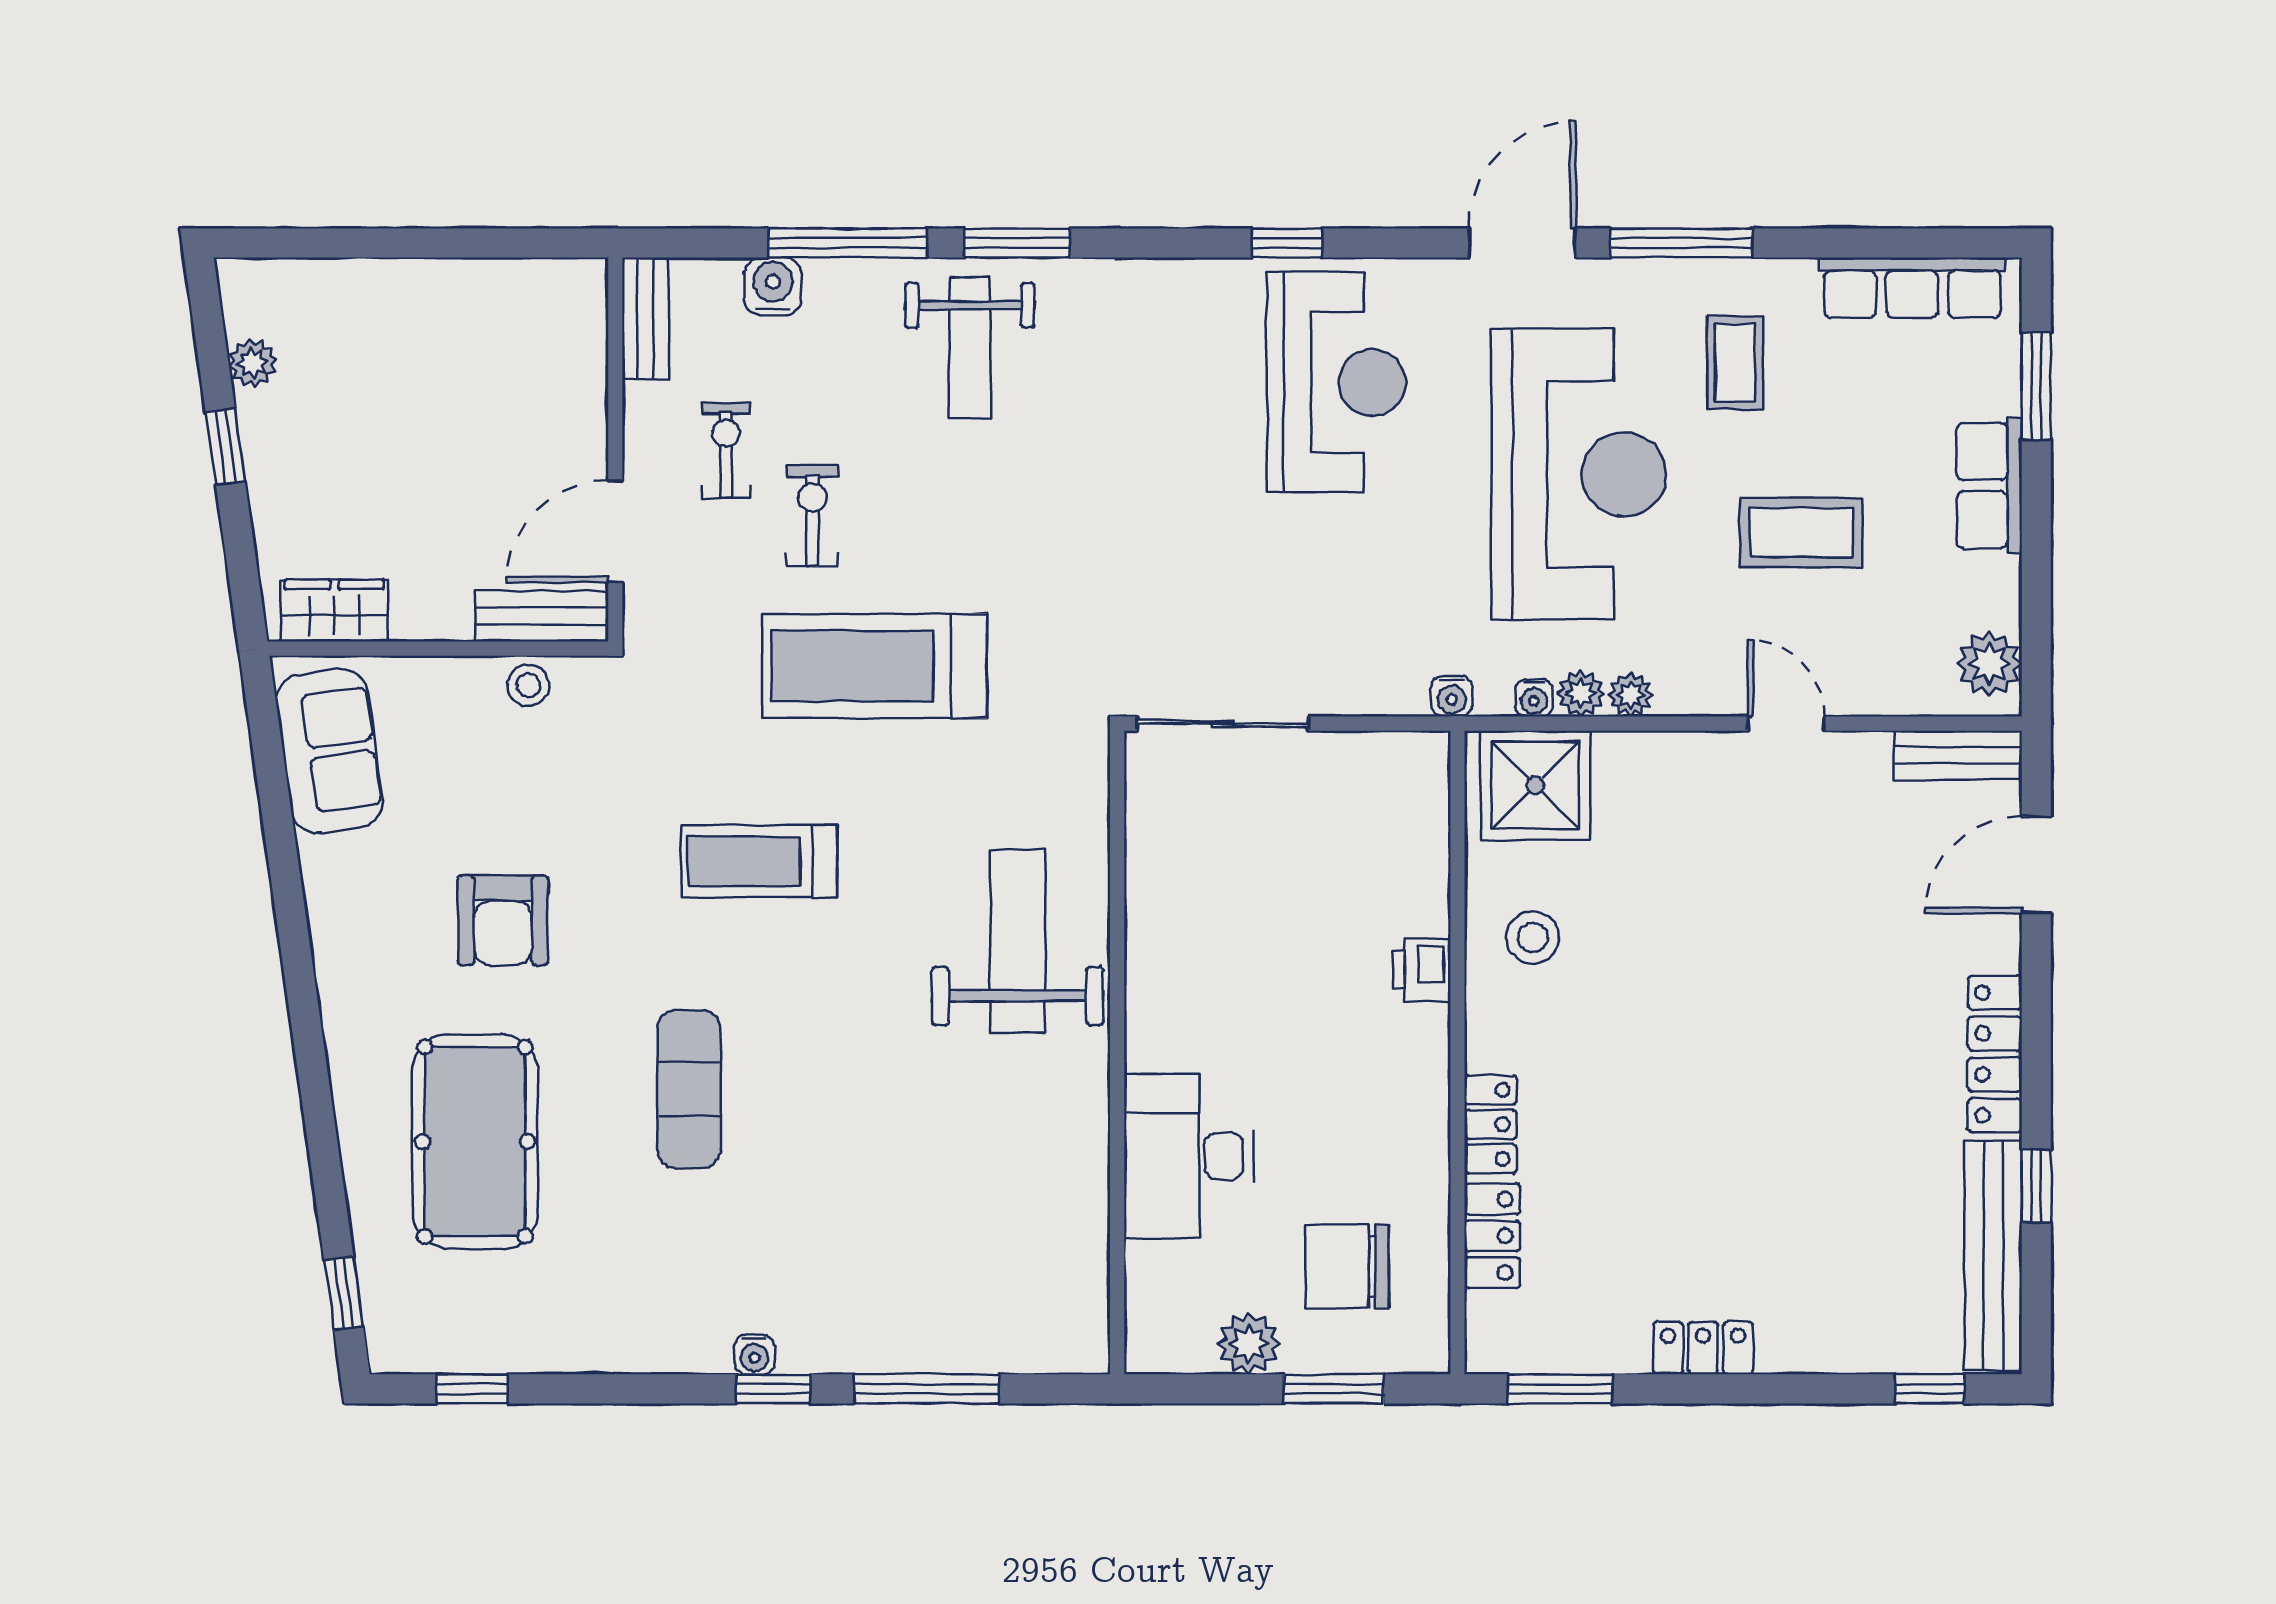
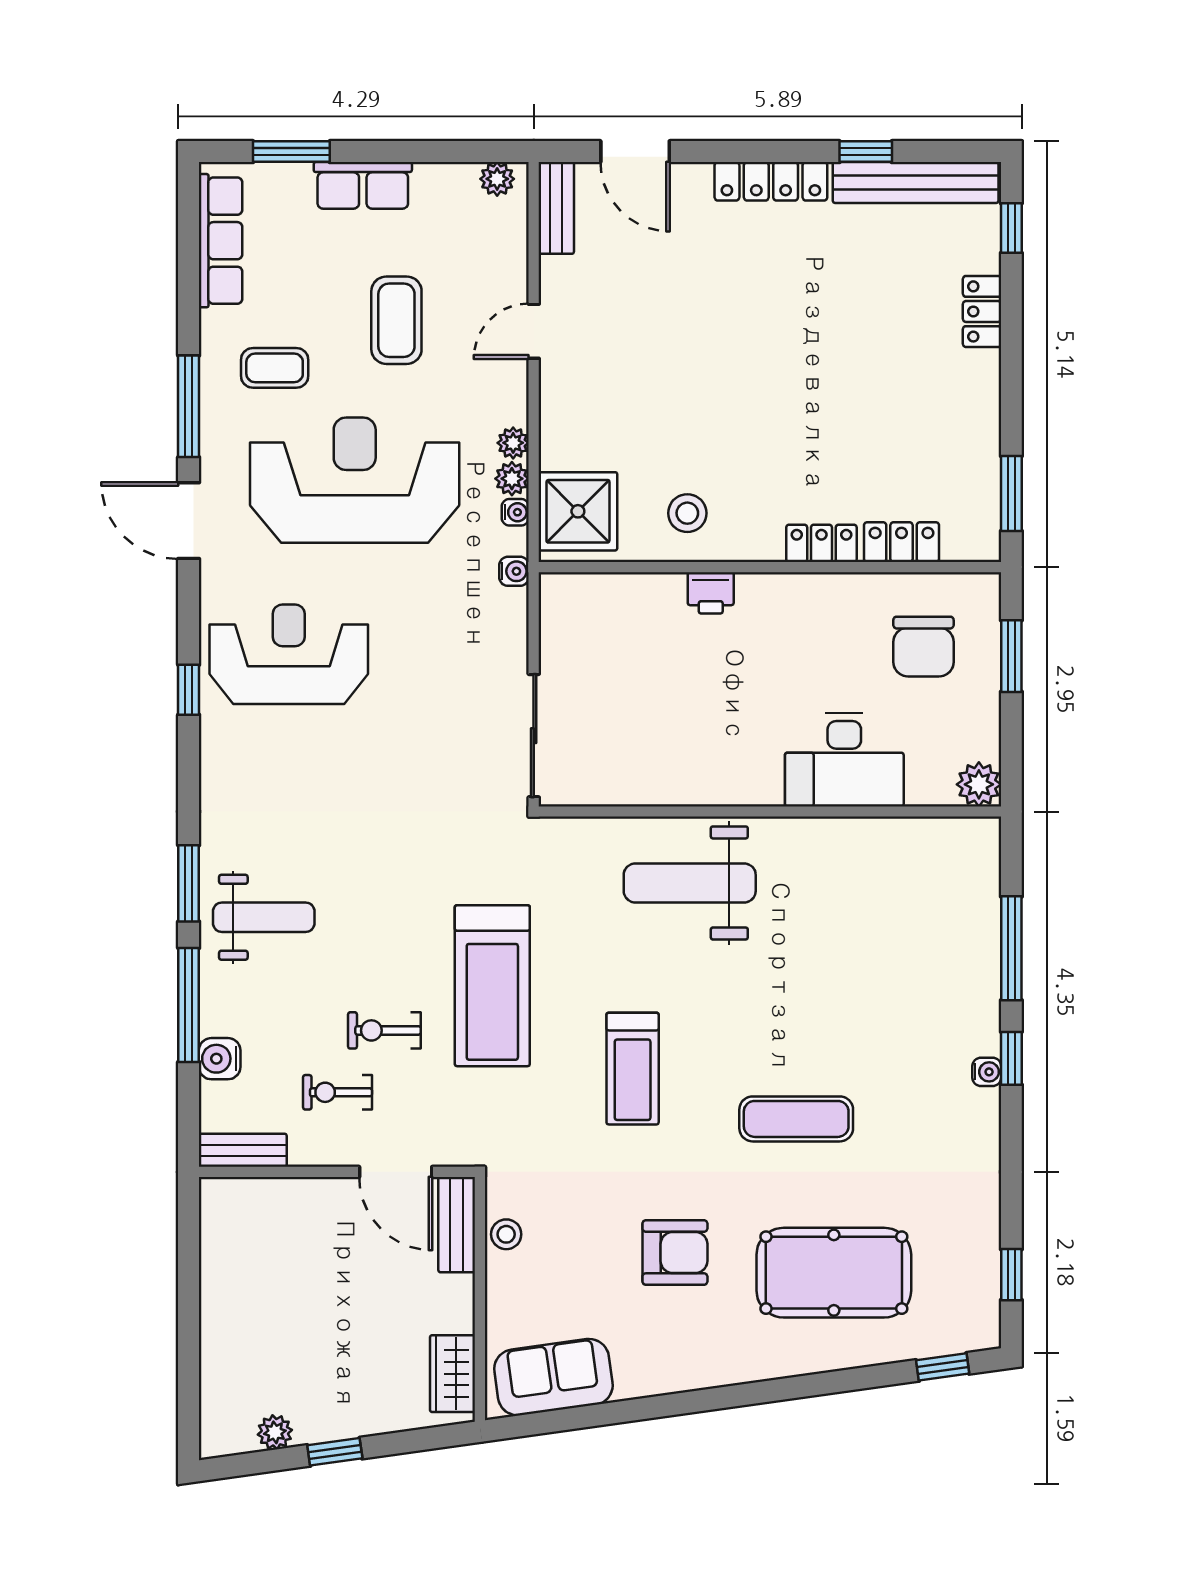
plant: (1989, 664) -> (497, 179), width x0.73, depth x0.73
plant: (1249, 1344) -> (979, 784), moved
locker: (1703, 1348) -> (982, 311), moved

